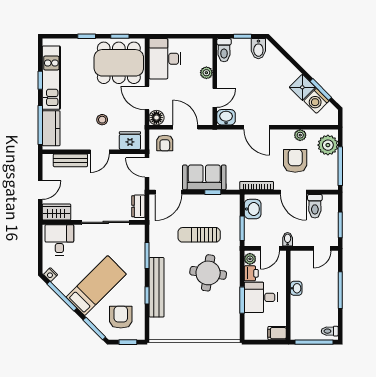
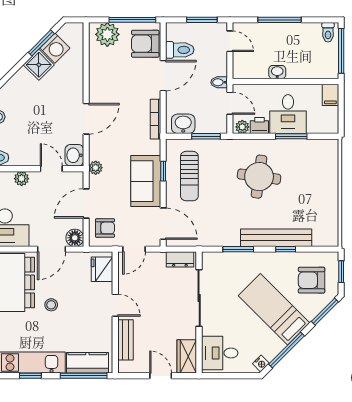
stool: (102, 120) -> (51, 305), moved
plant: (300, 135) -> (96, 168), moved
armchair: (295, 161) -> (145, 44), moved
sun lounger: (199, 235) -> (189, 176), moved

